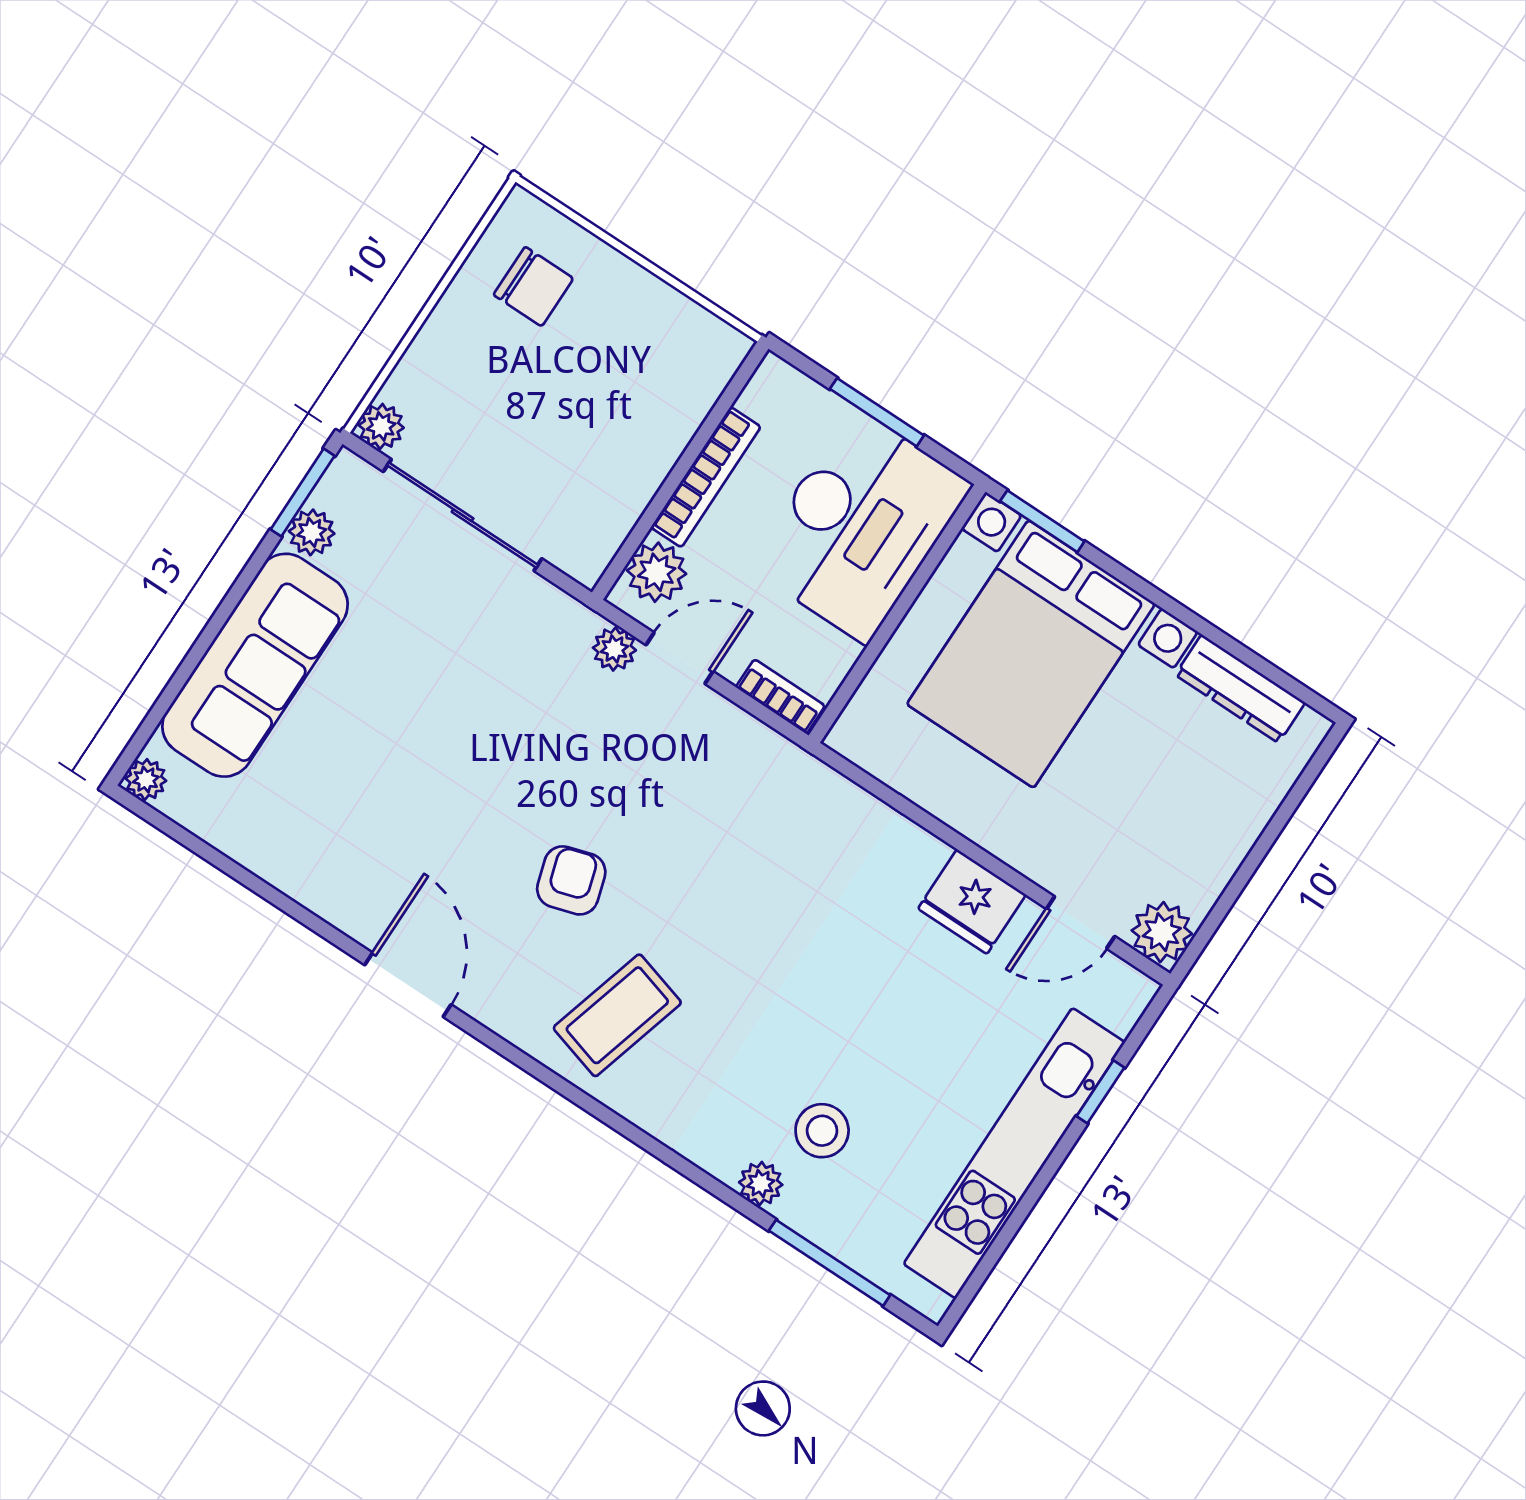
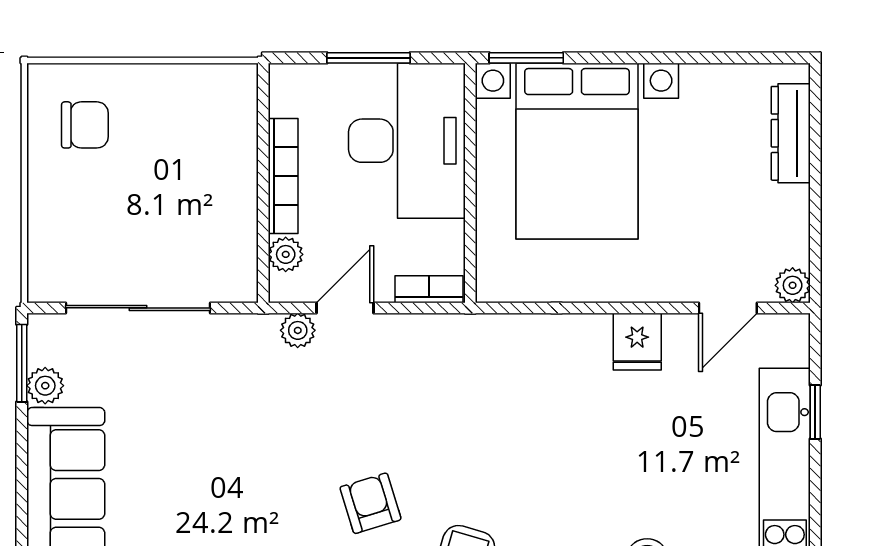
plant: (381, 426) -> (45, 285), removed
plant: (657, 572) -> (286, 254), width x0.73, depth x0.73
dresser: (1240, 689) -> (791, 133), moved, turned 90
fridge: (972, 902) -> (637, 342), width x0.72
plant: (1162, 932) -> (793, 285), width x0.73, depth x0.73

